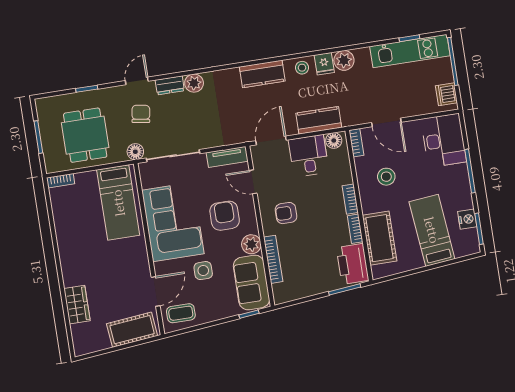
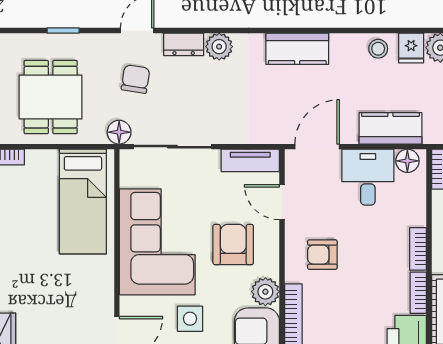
kitchen counter: (262, 74) -> (297, 49), moved

